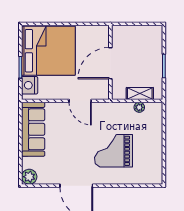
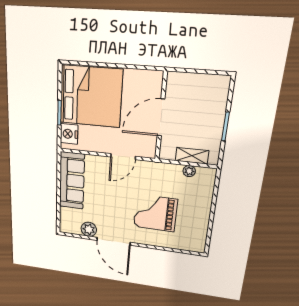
door: (80, 101) -> (123, 157), hinge flipped
plant: (29, 177) -> (89, 229), moved

